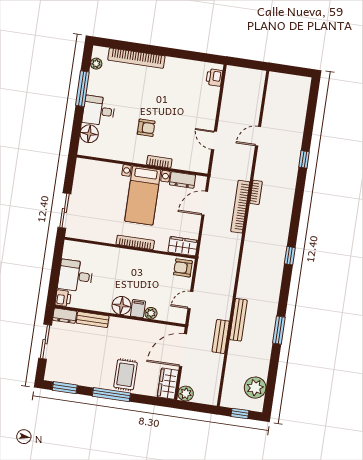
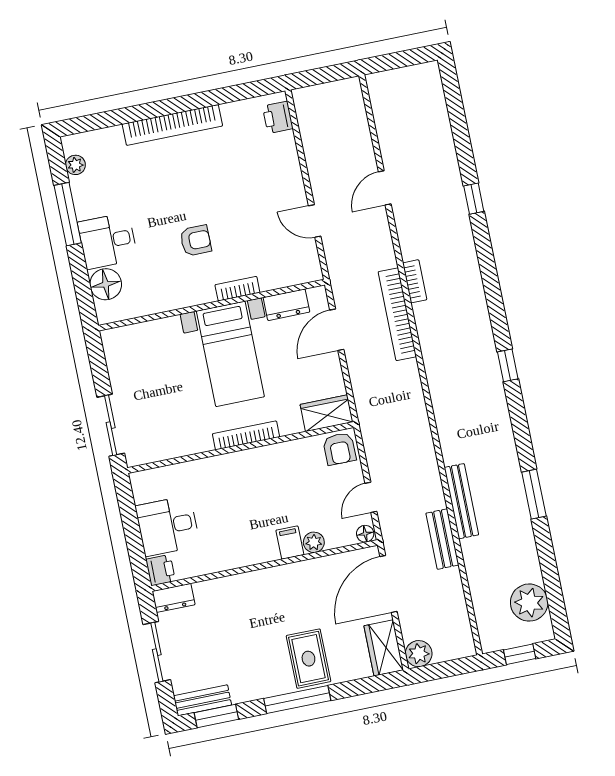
bookcase: (136, 58) -> (172, 125), moved
armchair: (183, 268) -> (339, 449), turned -90
floor lamp: (121, 306) -> (365, 534), moved, width x0.53, depth x0.53
bench: (93, 320) -> (202, 700), moved

